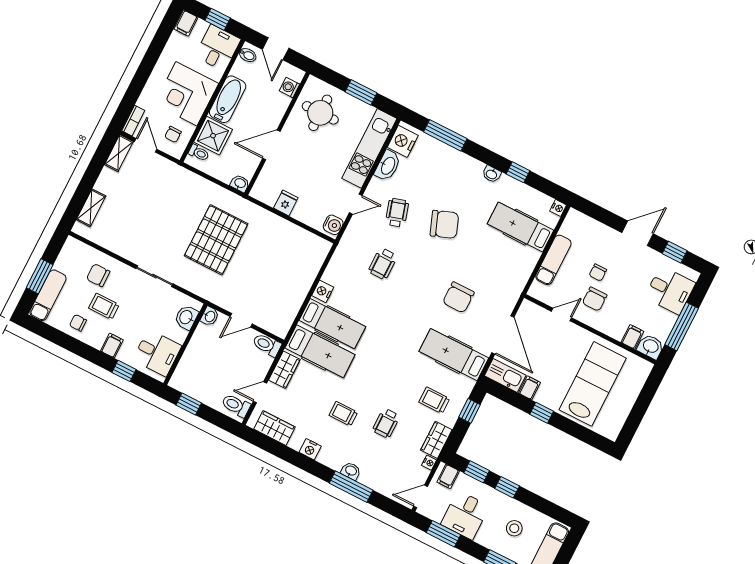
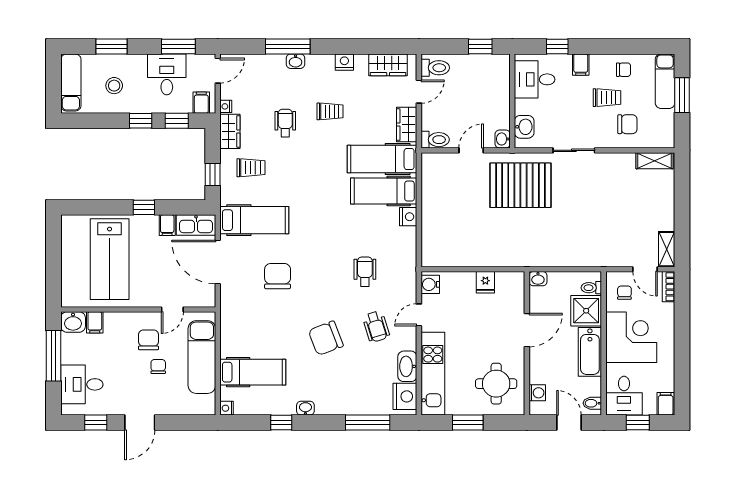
shelving: (91, 208) -> (654, 161), moved, turned 90
pallet: (216, 240) -> (520, 185), moved, turned 90
exam couch: (553, 260) -> (202, 357), width x1.36, depth x1.45

